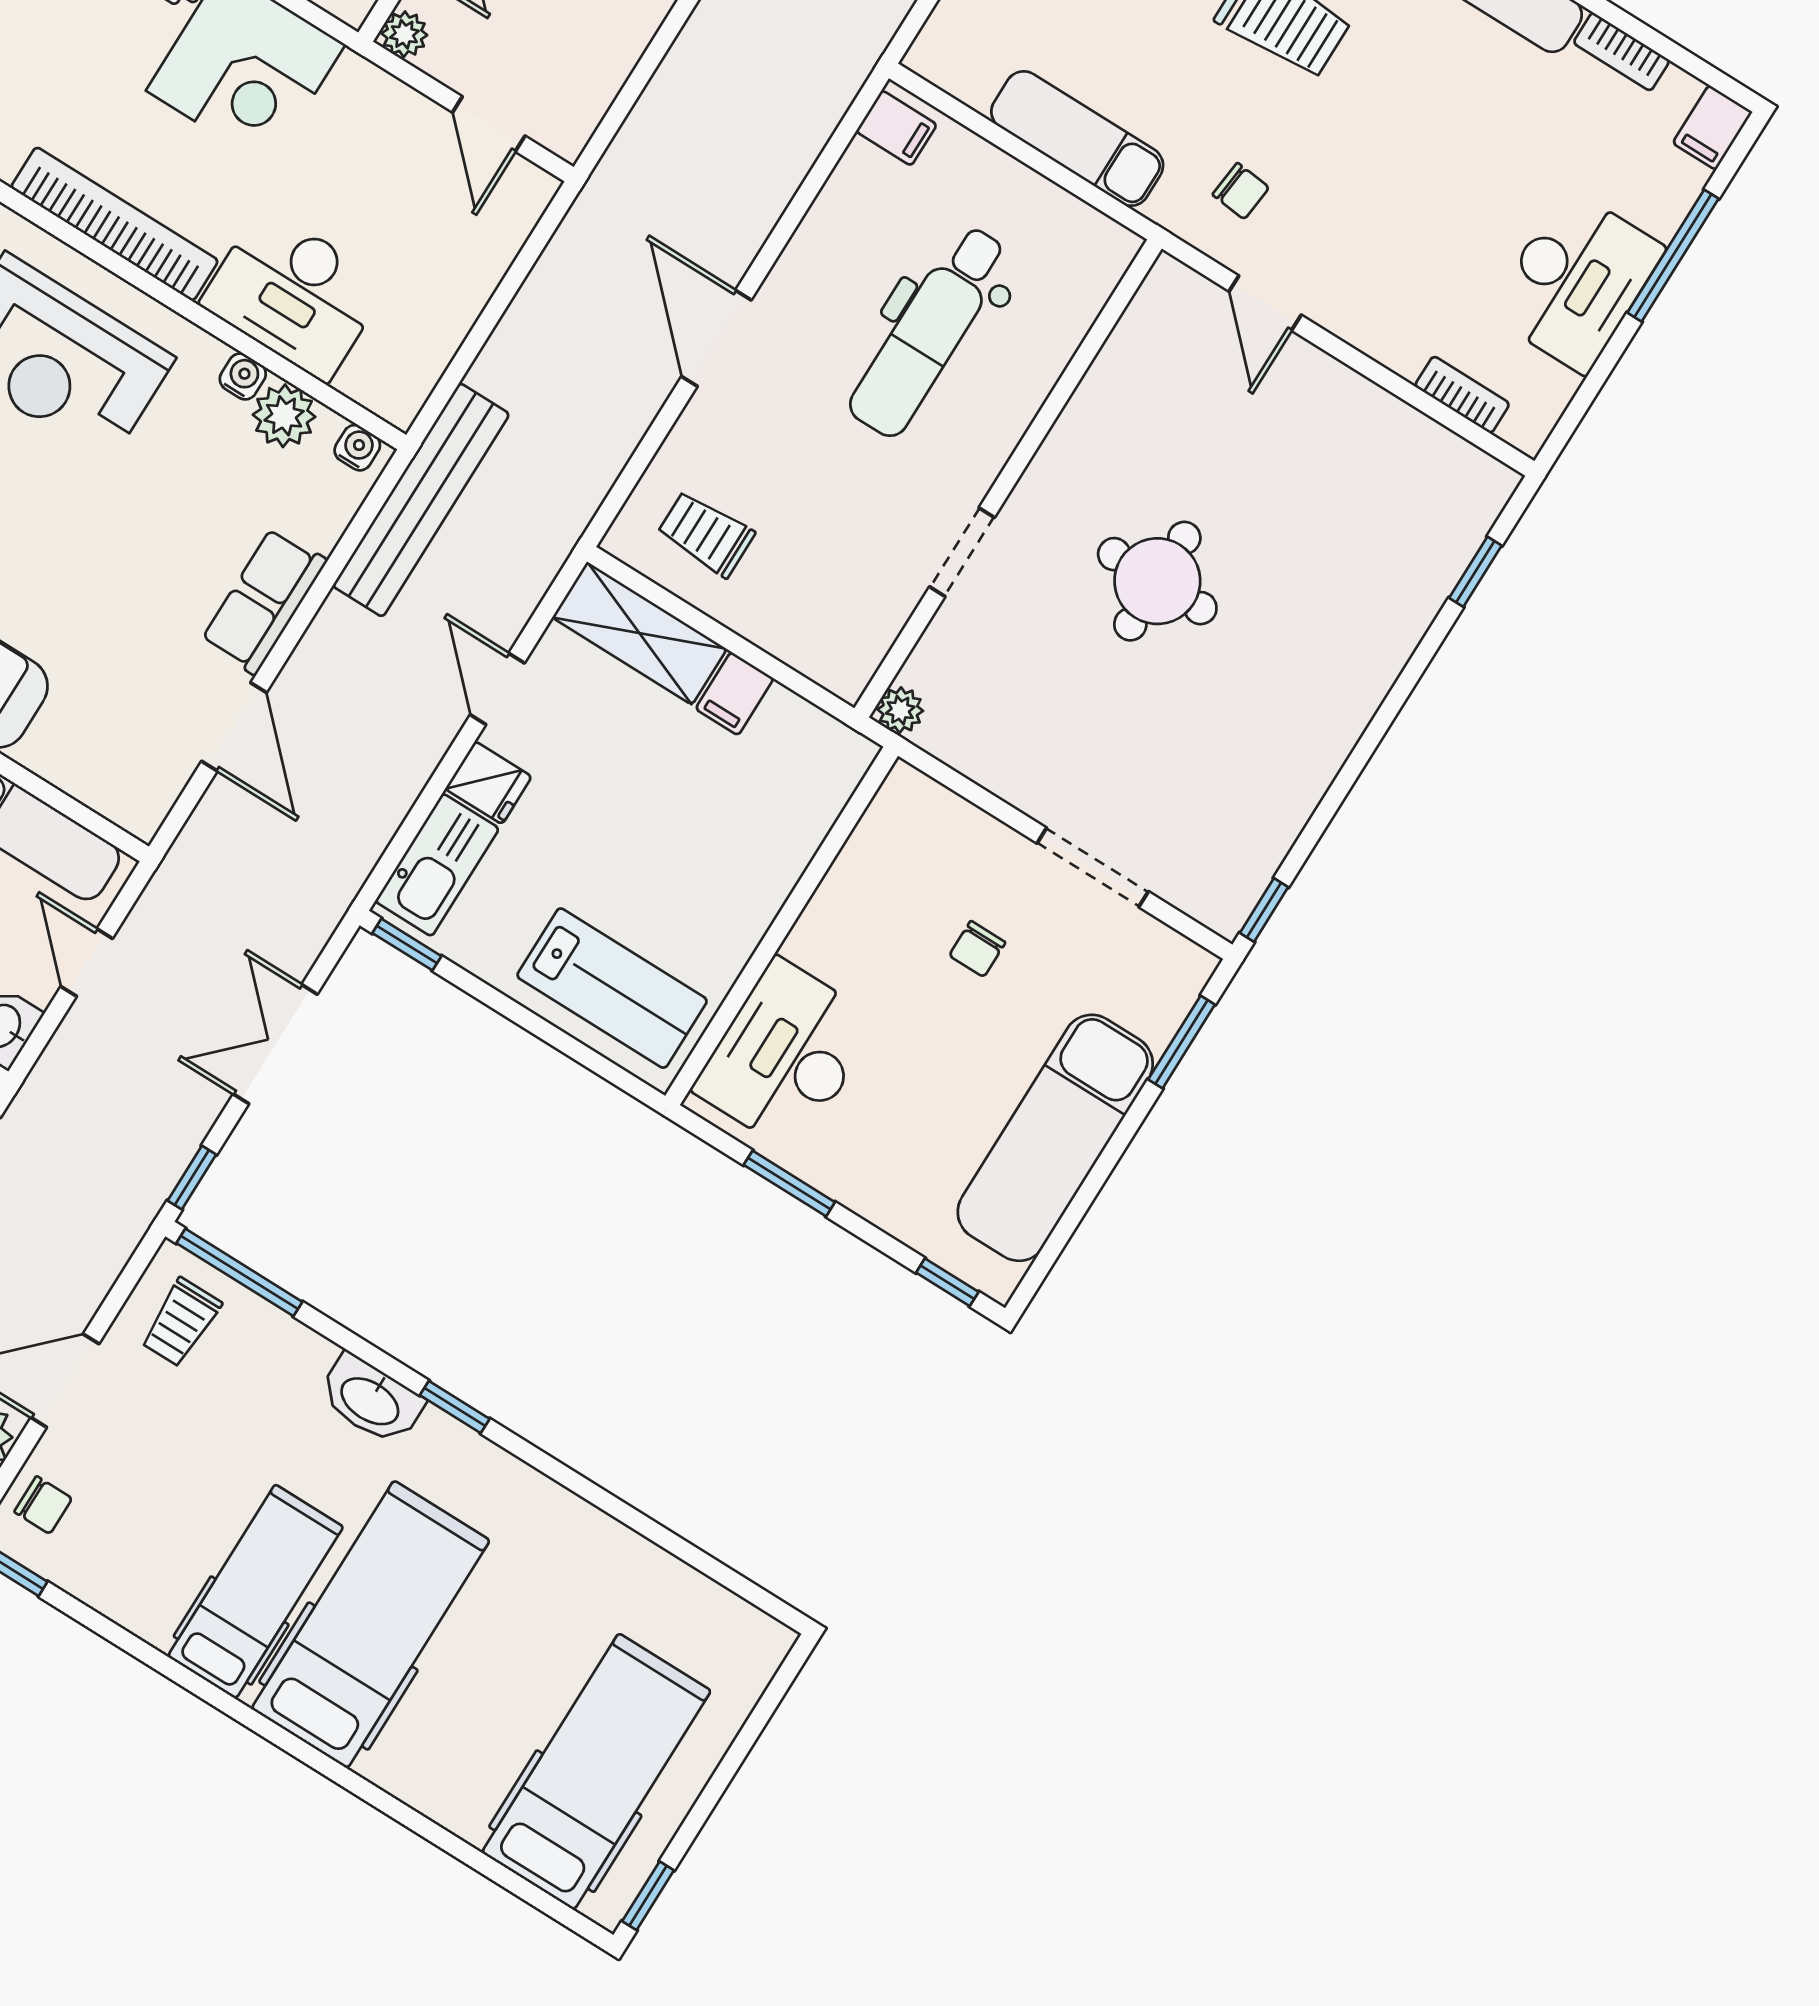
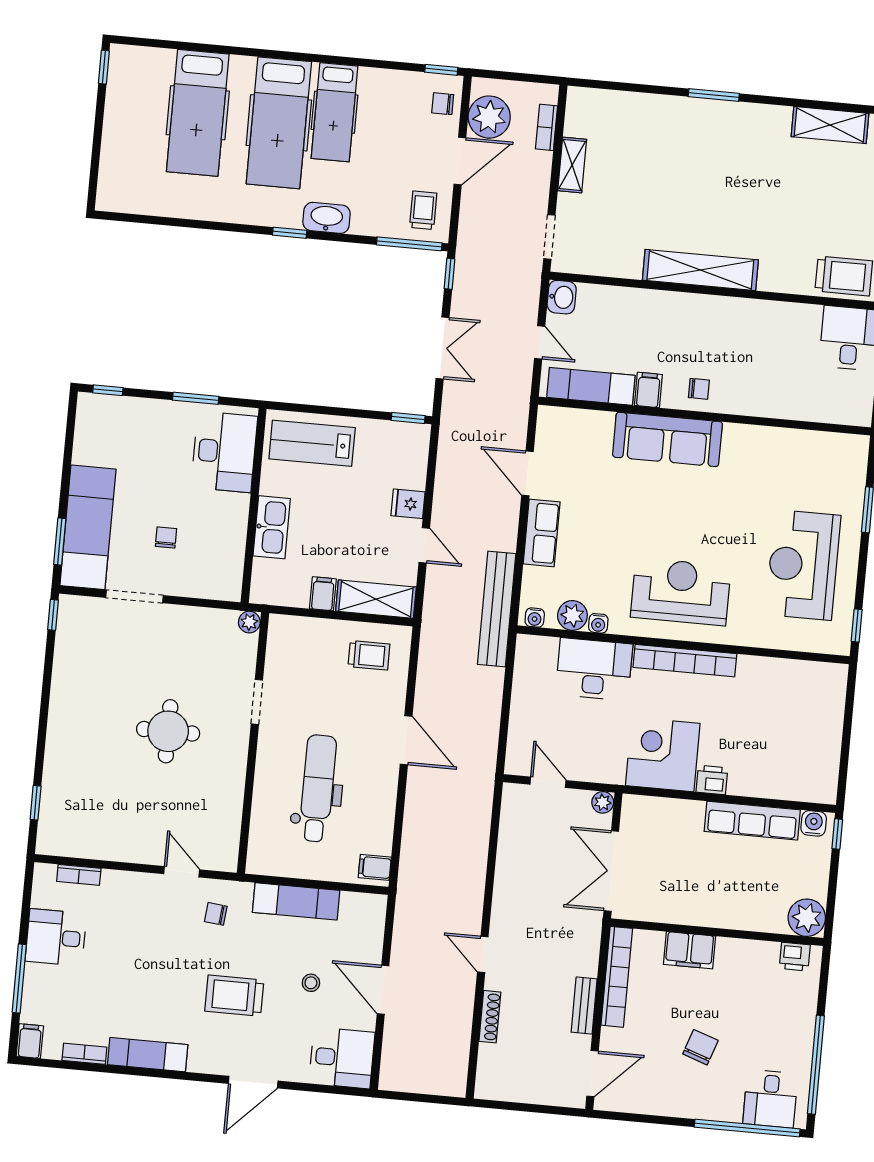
desk: (1576, 281) -> (56, 937), width x0.73
kitchen sink: (437, 865) -> (272, 527), moved, turned 180
exam couch: (1055, 1138) -> (88, 527), moved
hospital bed: (596, 1772) -> (198, 113), moved

